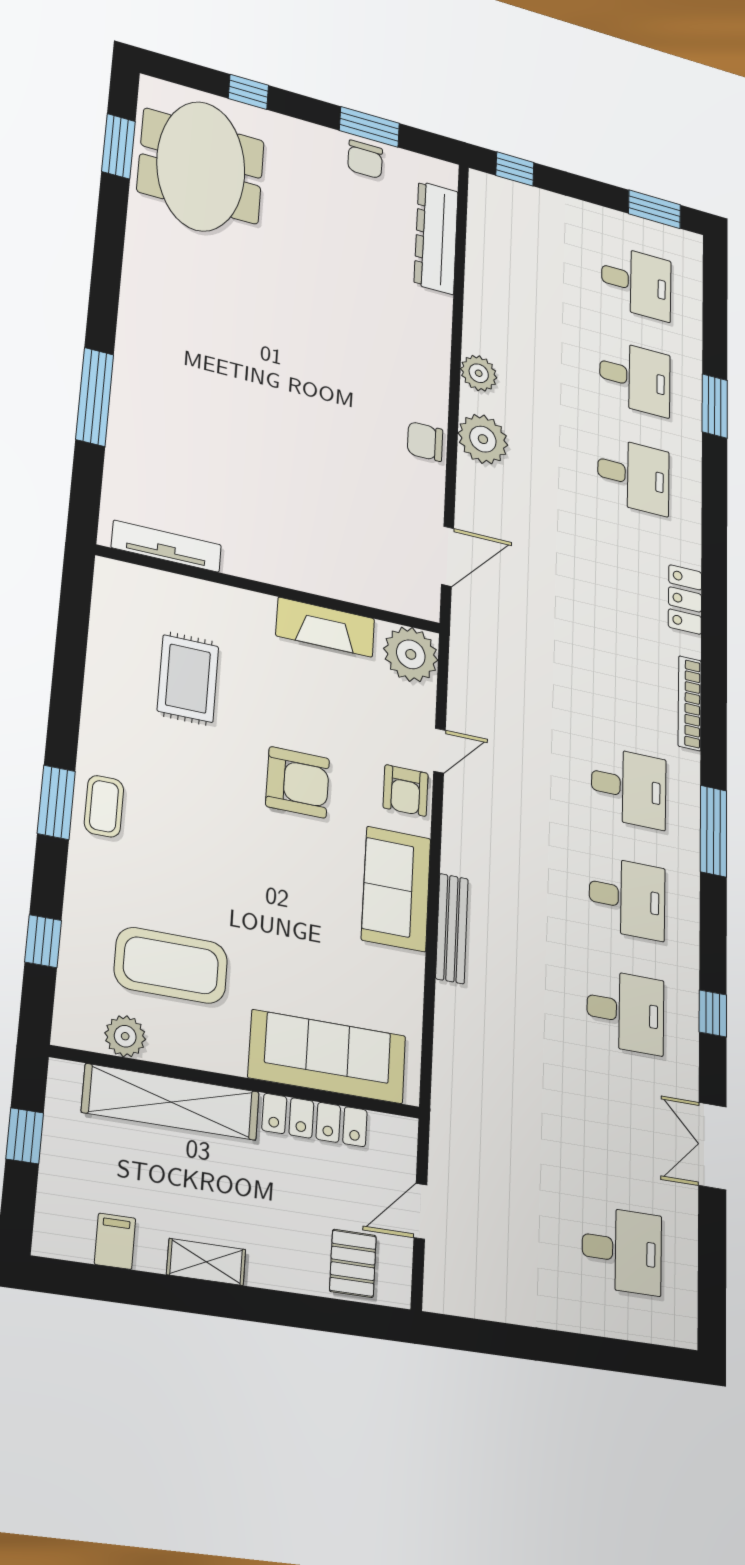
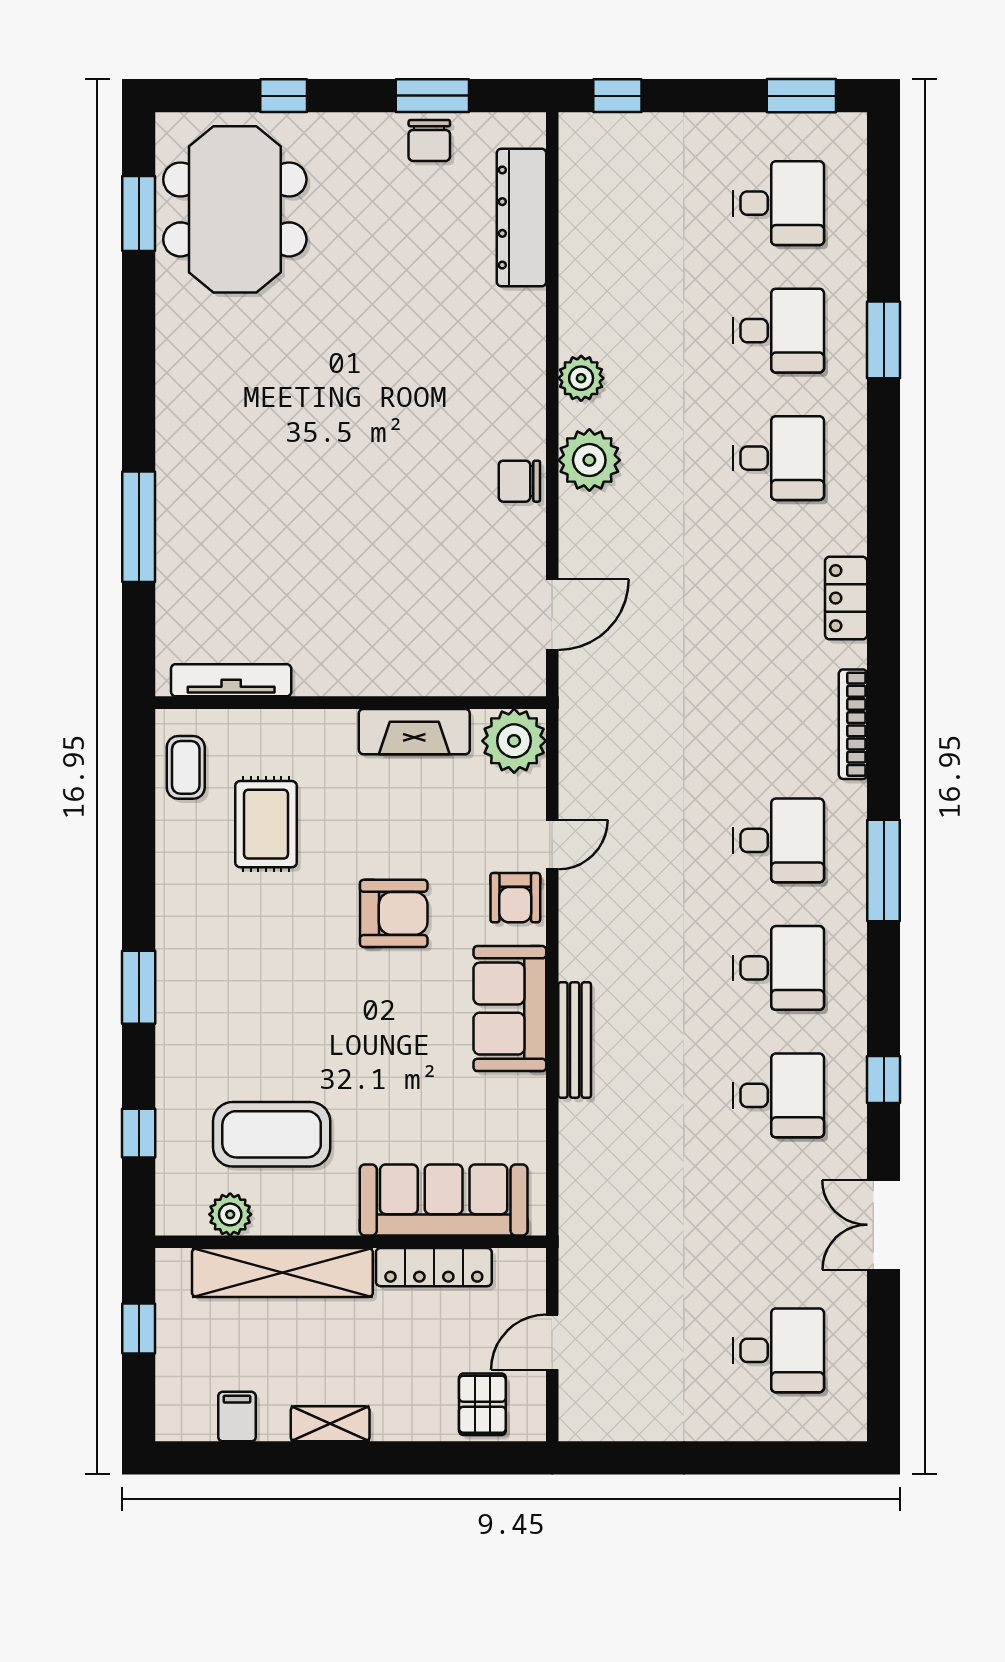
coffee table: (104, 806) -> (186, 767), moved

